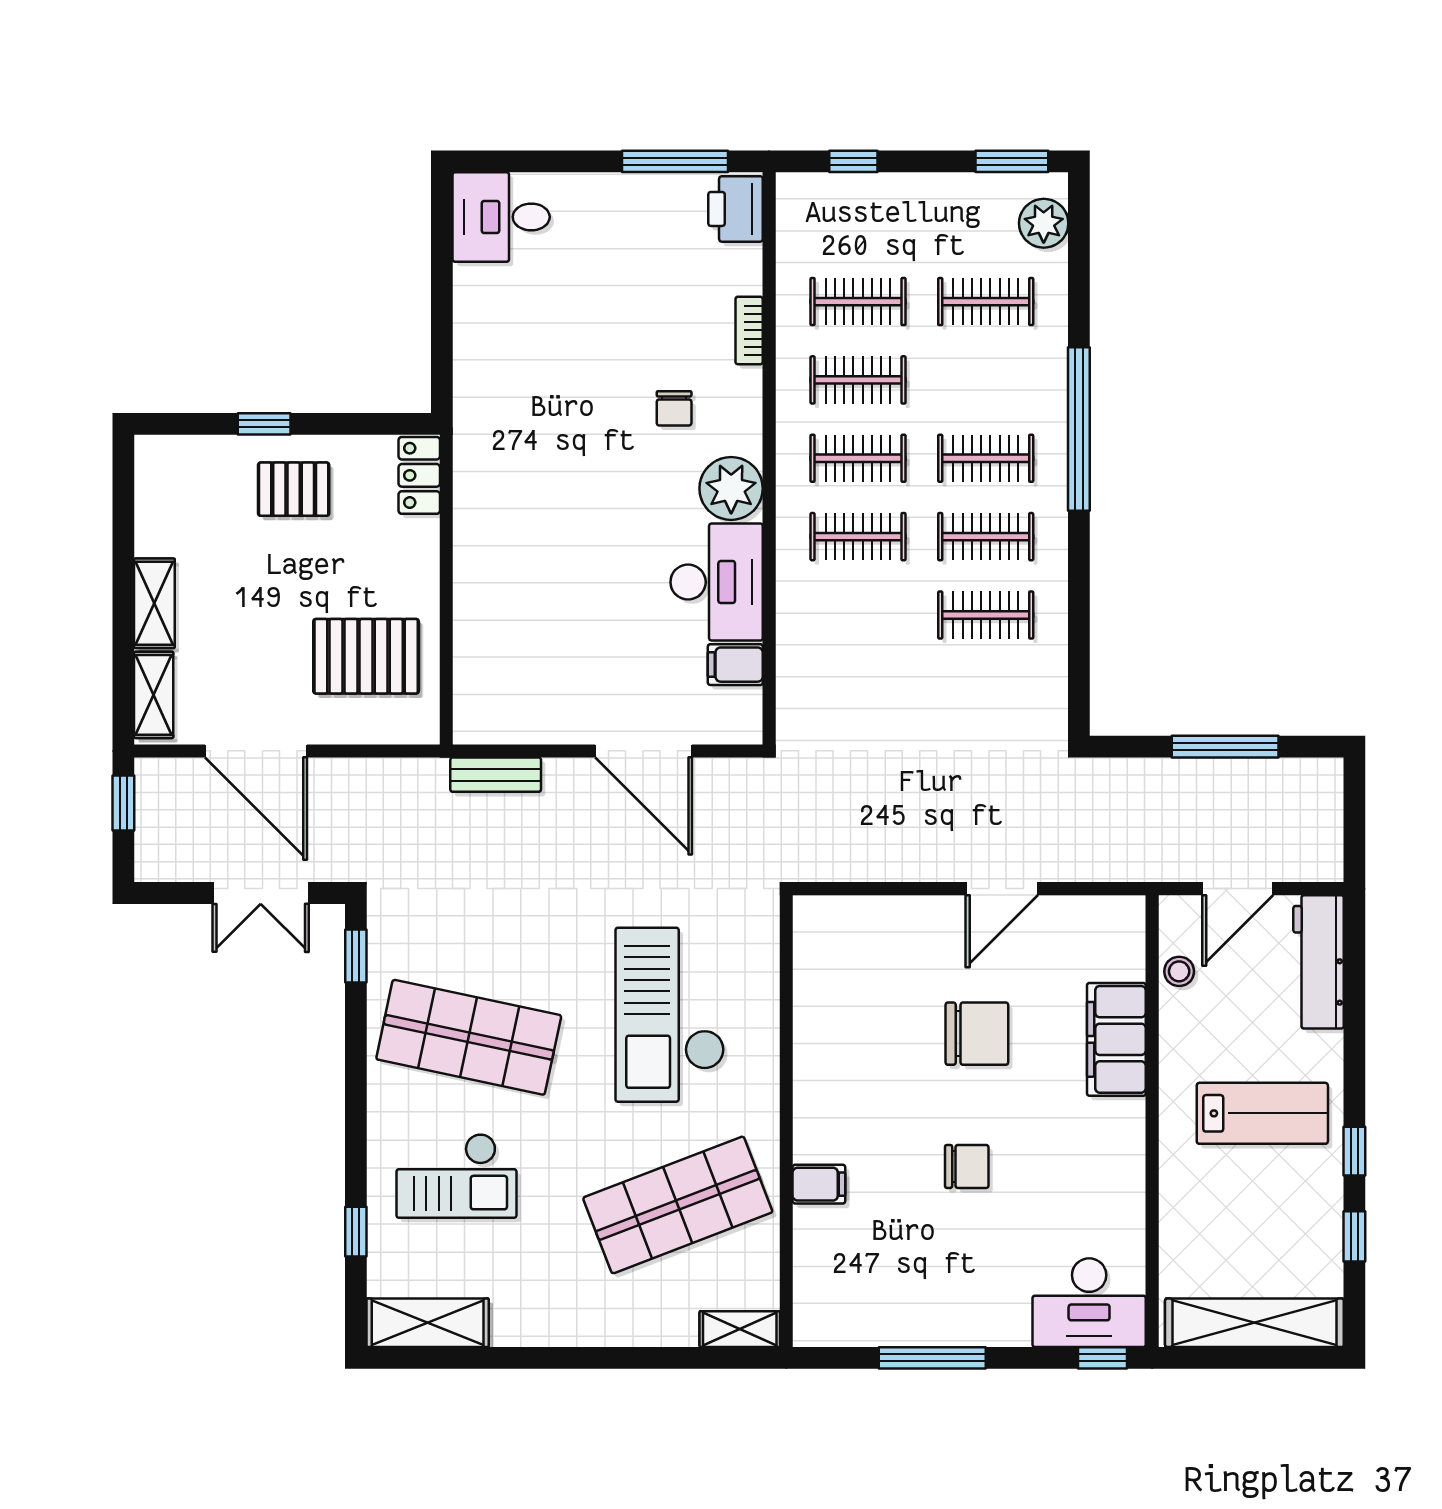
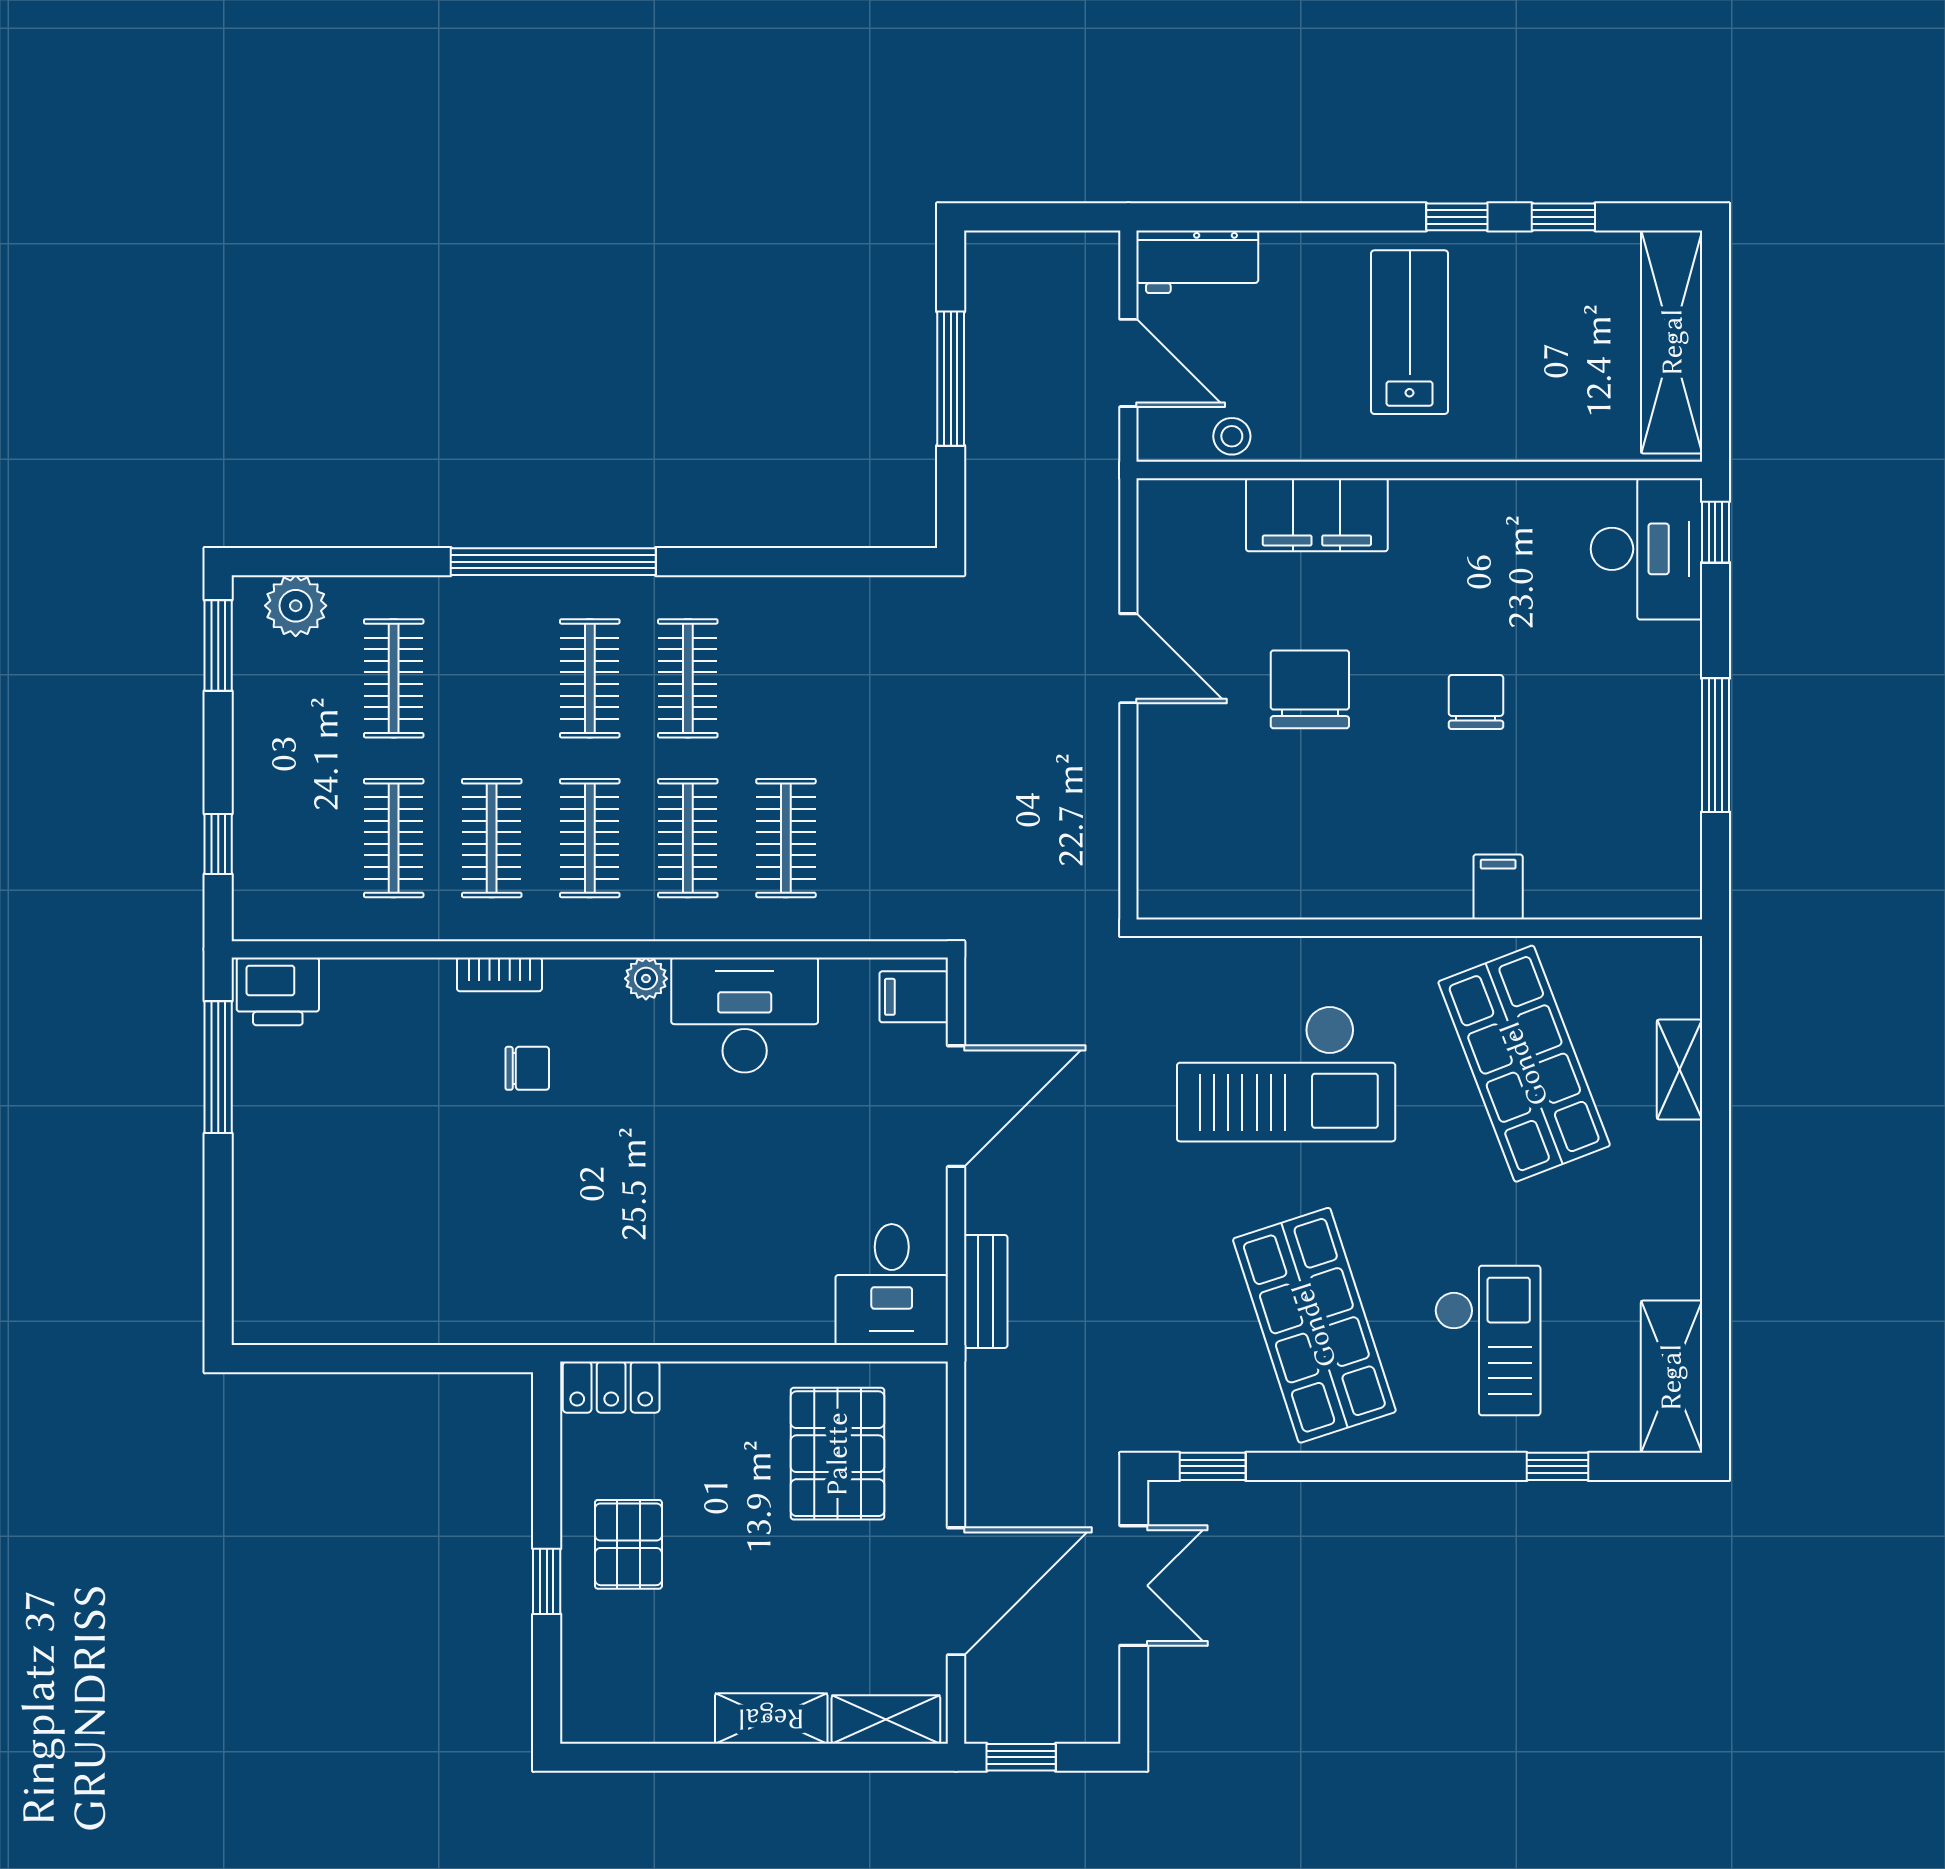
desk: (501, 217) -> (892, 1285), moved
bookcase: (749, 330) -> (499, 974), moved
plant: (731, 488) -> (646, 979), width x0.53, depth x0.53
clothes rail: (986, 615) -> (786, 838), moved
filing cabinet: (735, 665) -> (914, 997), moved, turned 90
workbench: (1319, 962) -> (1197, 262), width x0.73
shop shelf: (469, 1037) -> (1314, 1325), turned -30
shelving: (740, 1329) -> (1679, 1070), moved

